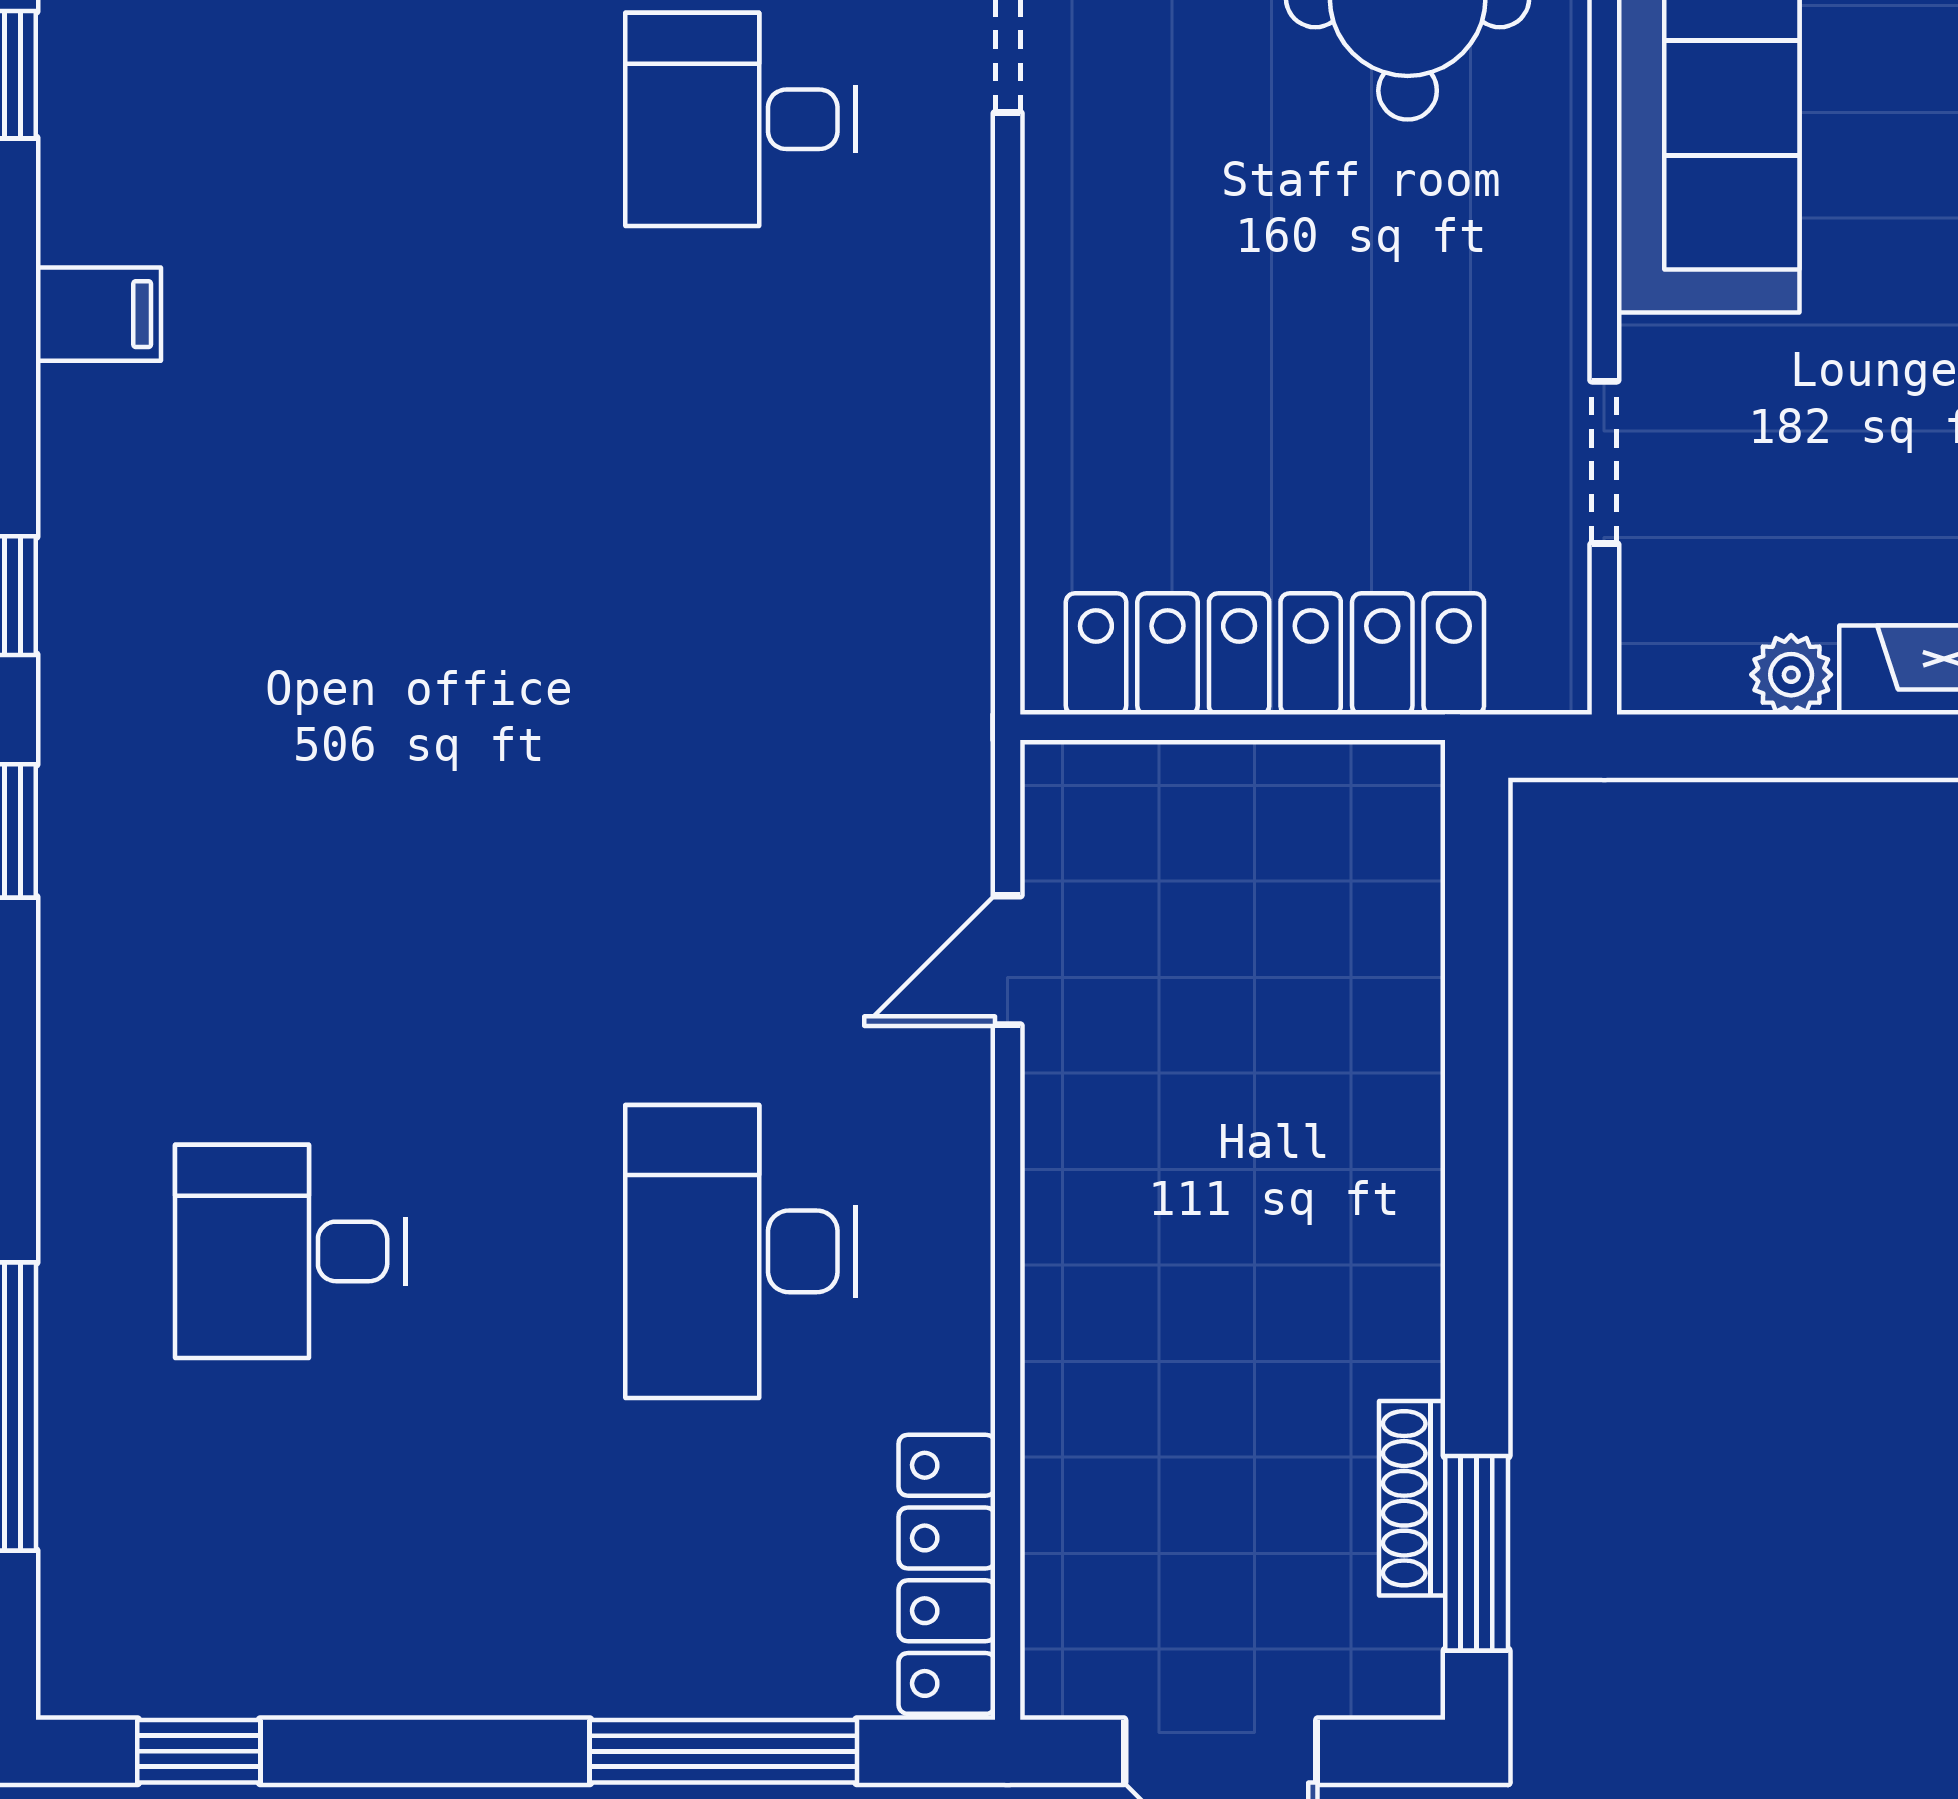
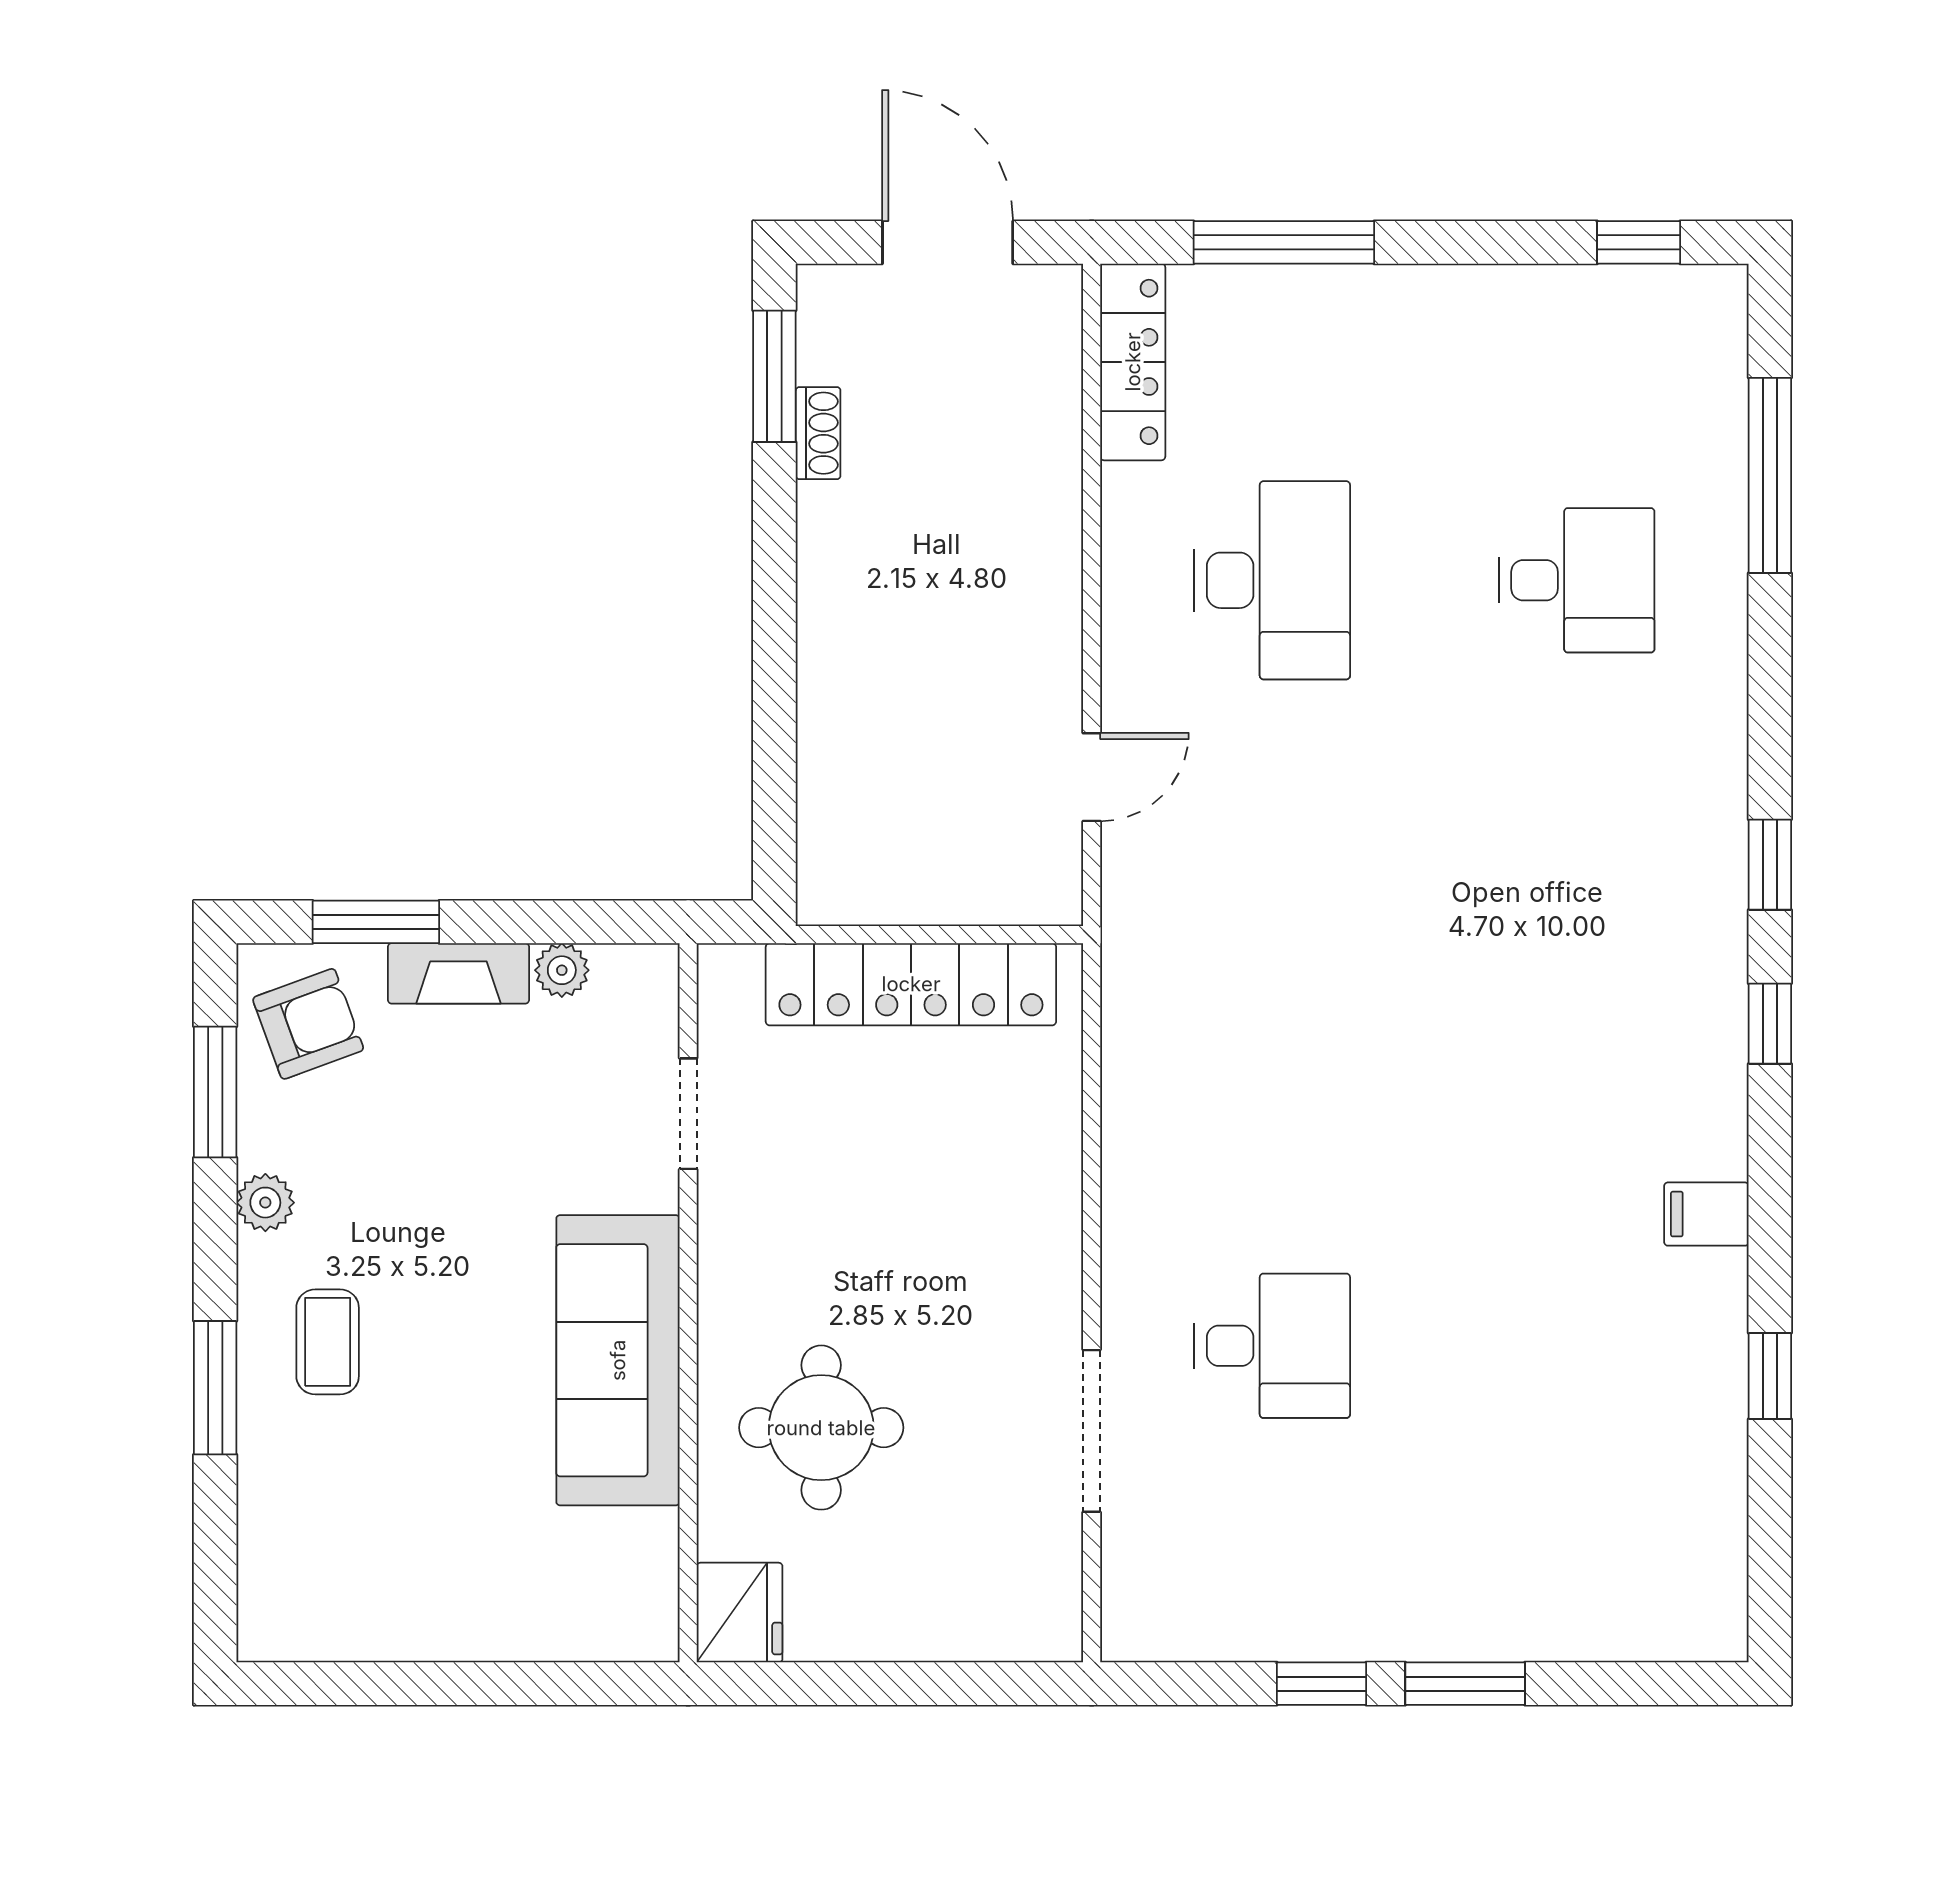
shoe rack: (1412, 1498) -> (818, 433), width x0.70

